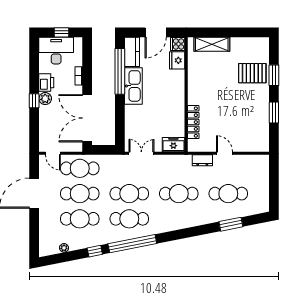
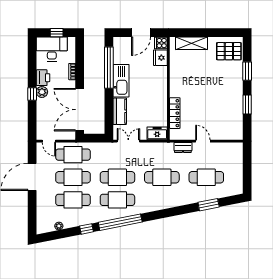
kitchen counter: (132, 52) -> (120, 111), moved
pallet: (252, 73) -> (229, 51), moved

